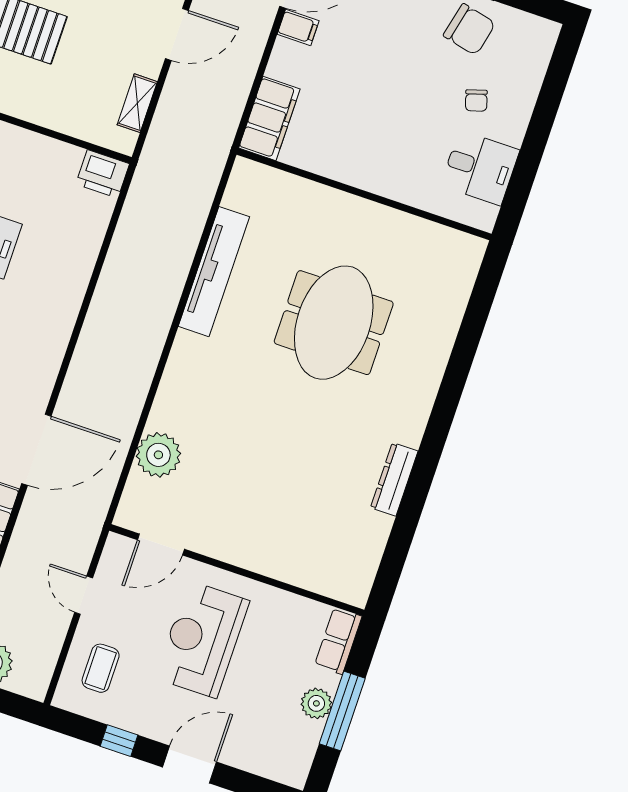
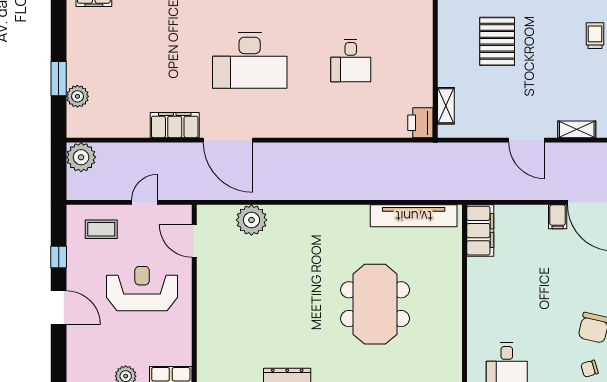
chair: (476, 101) -> (590, 369), moved
shelving: (137, 103) -> (446, 106), moved, turned 90
filing cabinet: (269, 118) -> (480, 231), moved, turned -90
tv unit: (214, 272) -> (414, 216), moved
meeting table: (334, 323) -> (375, 304), turned 90

